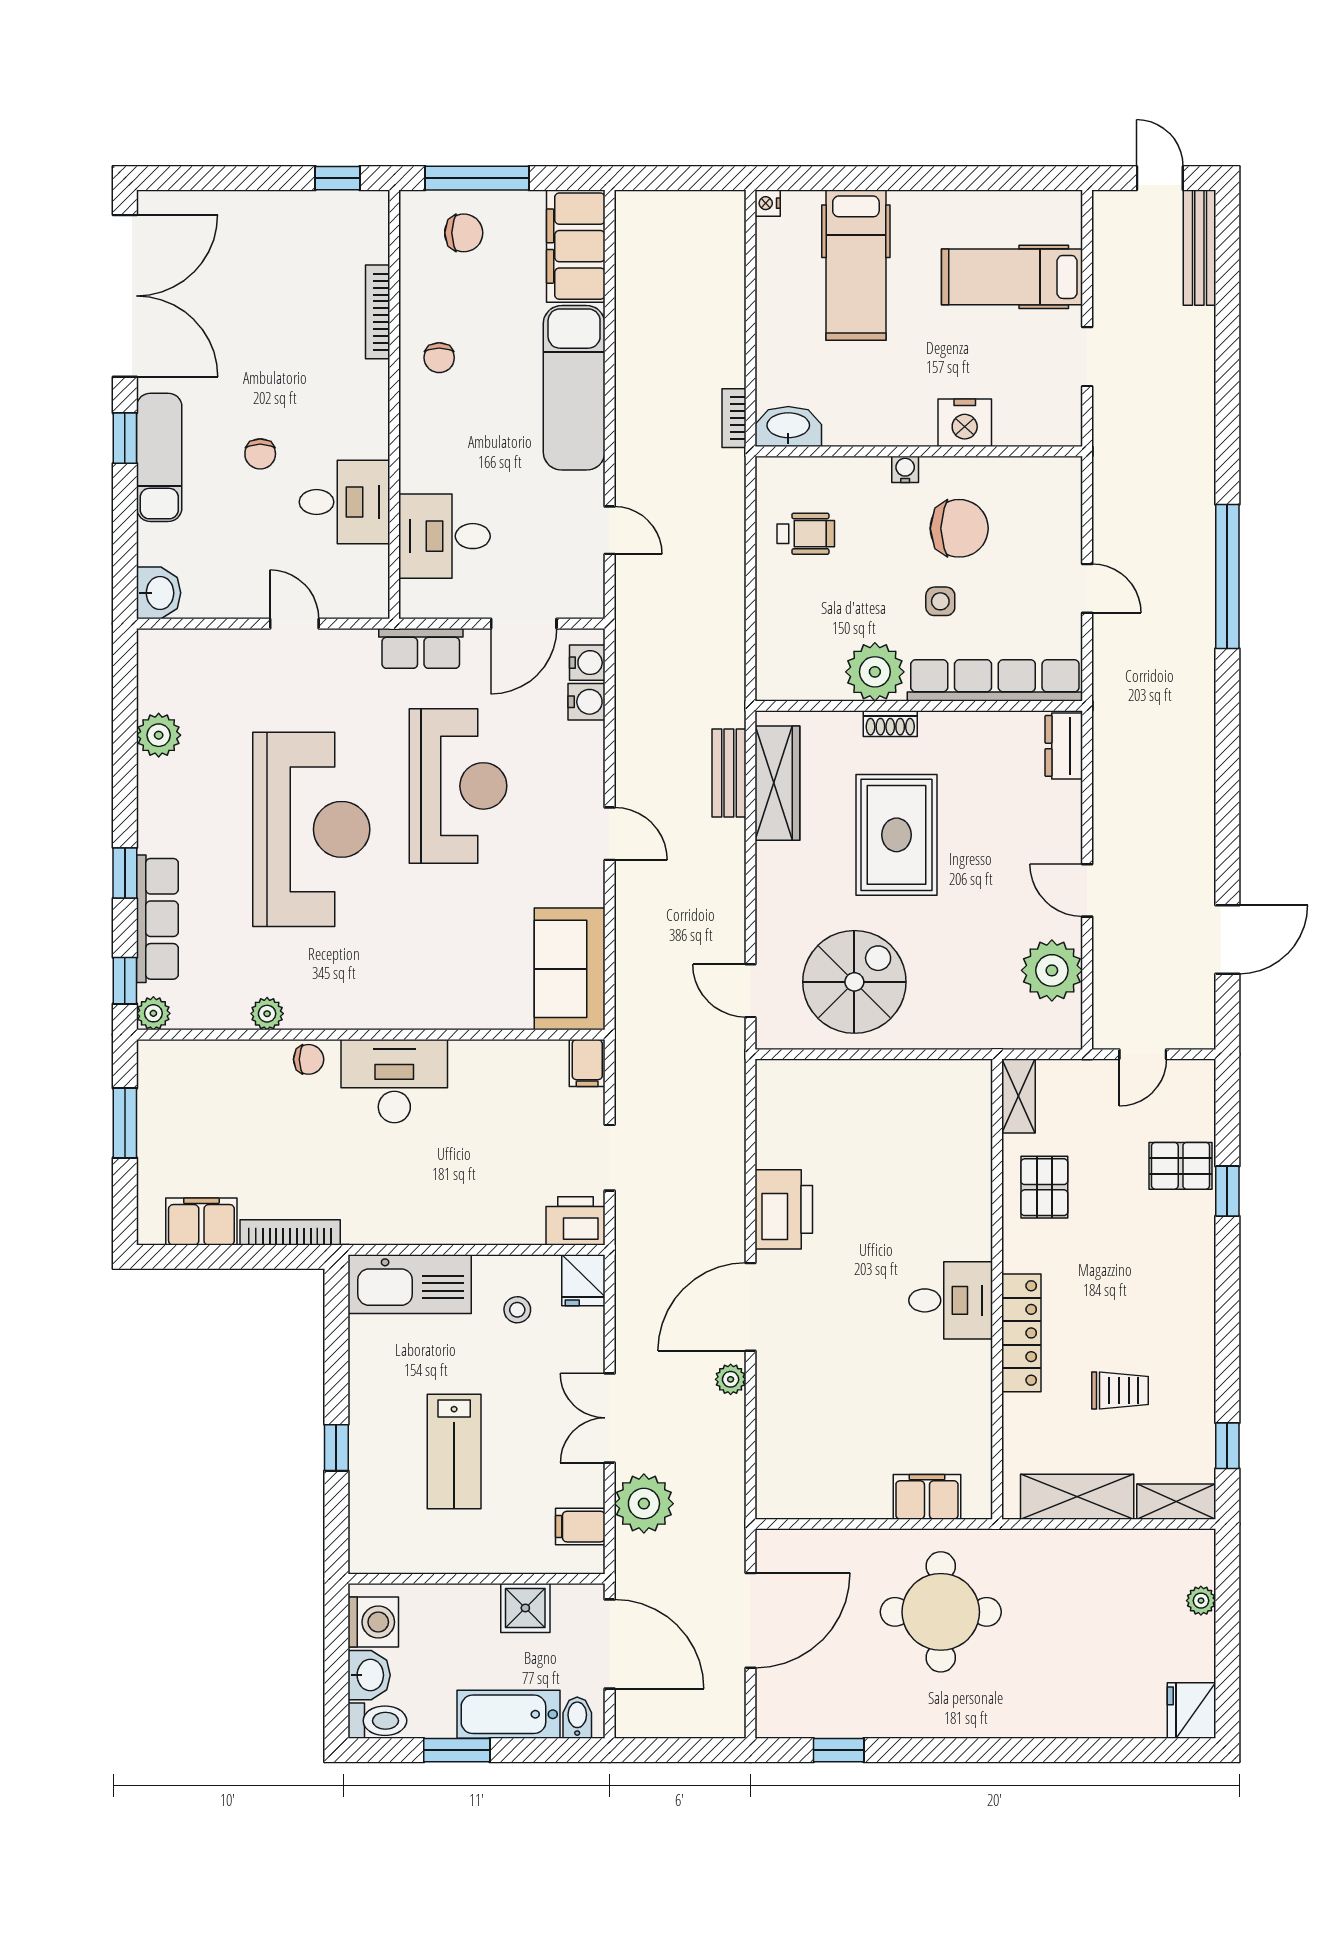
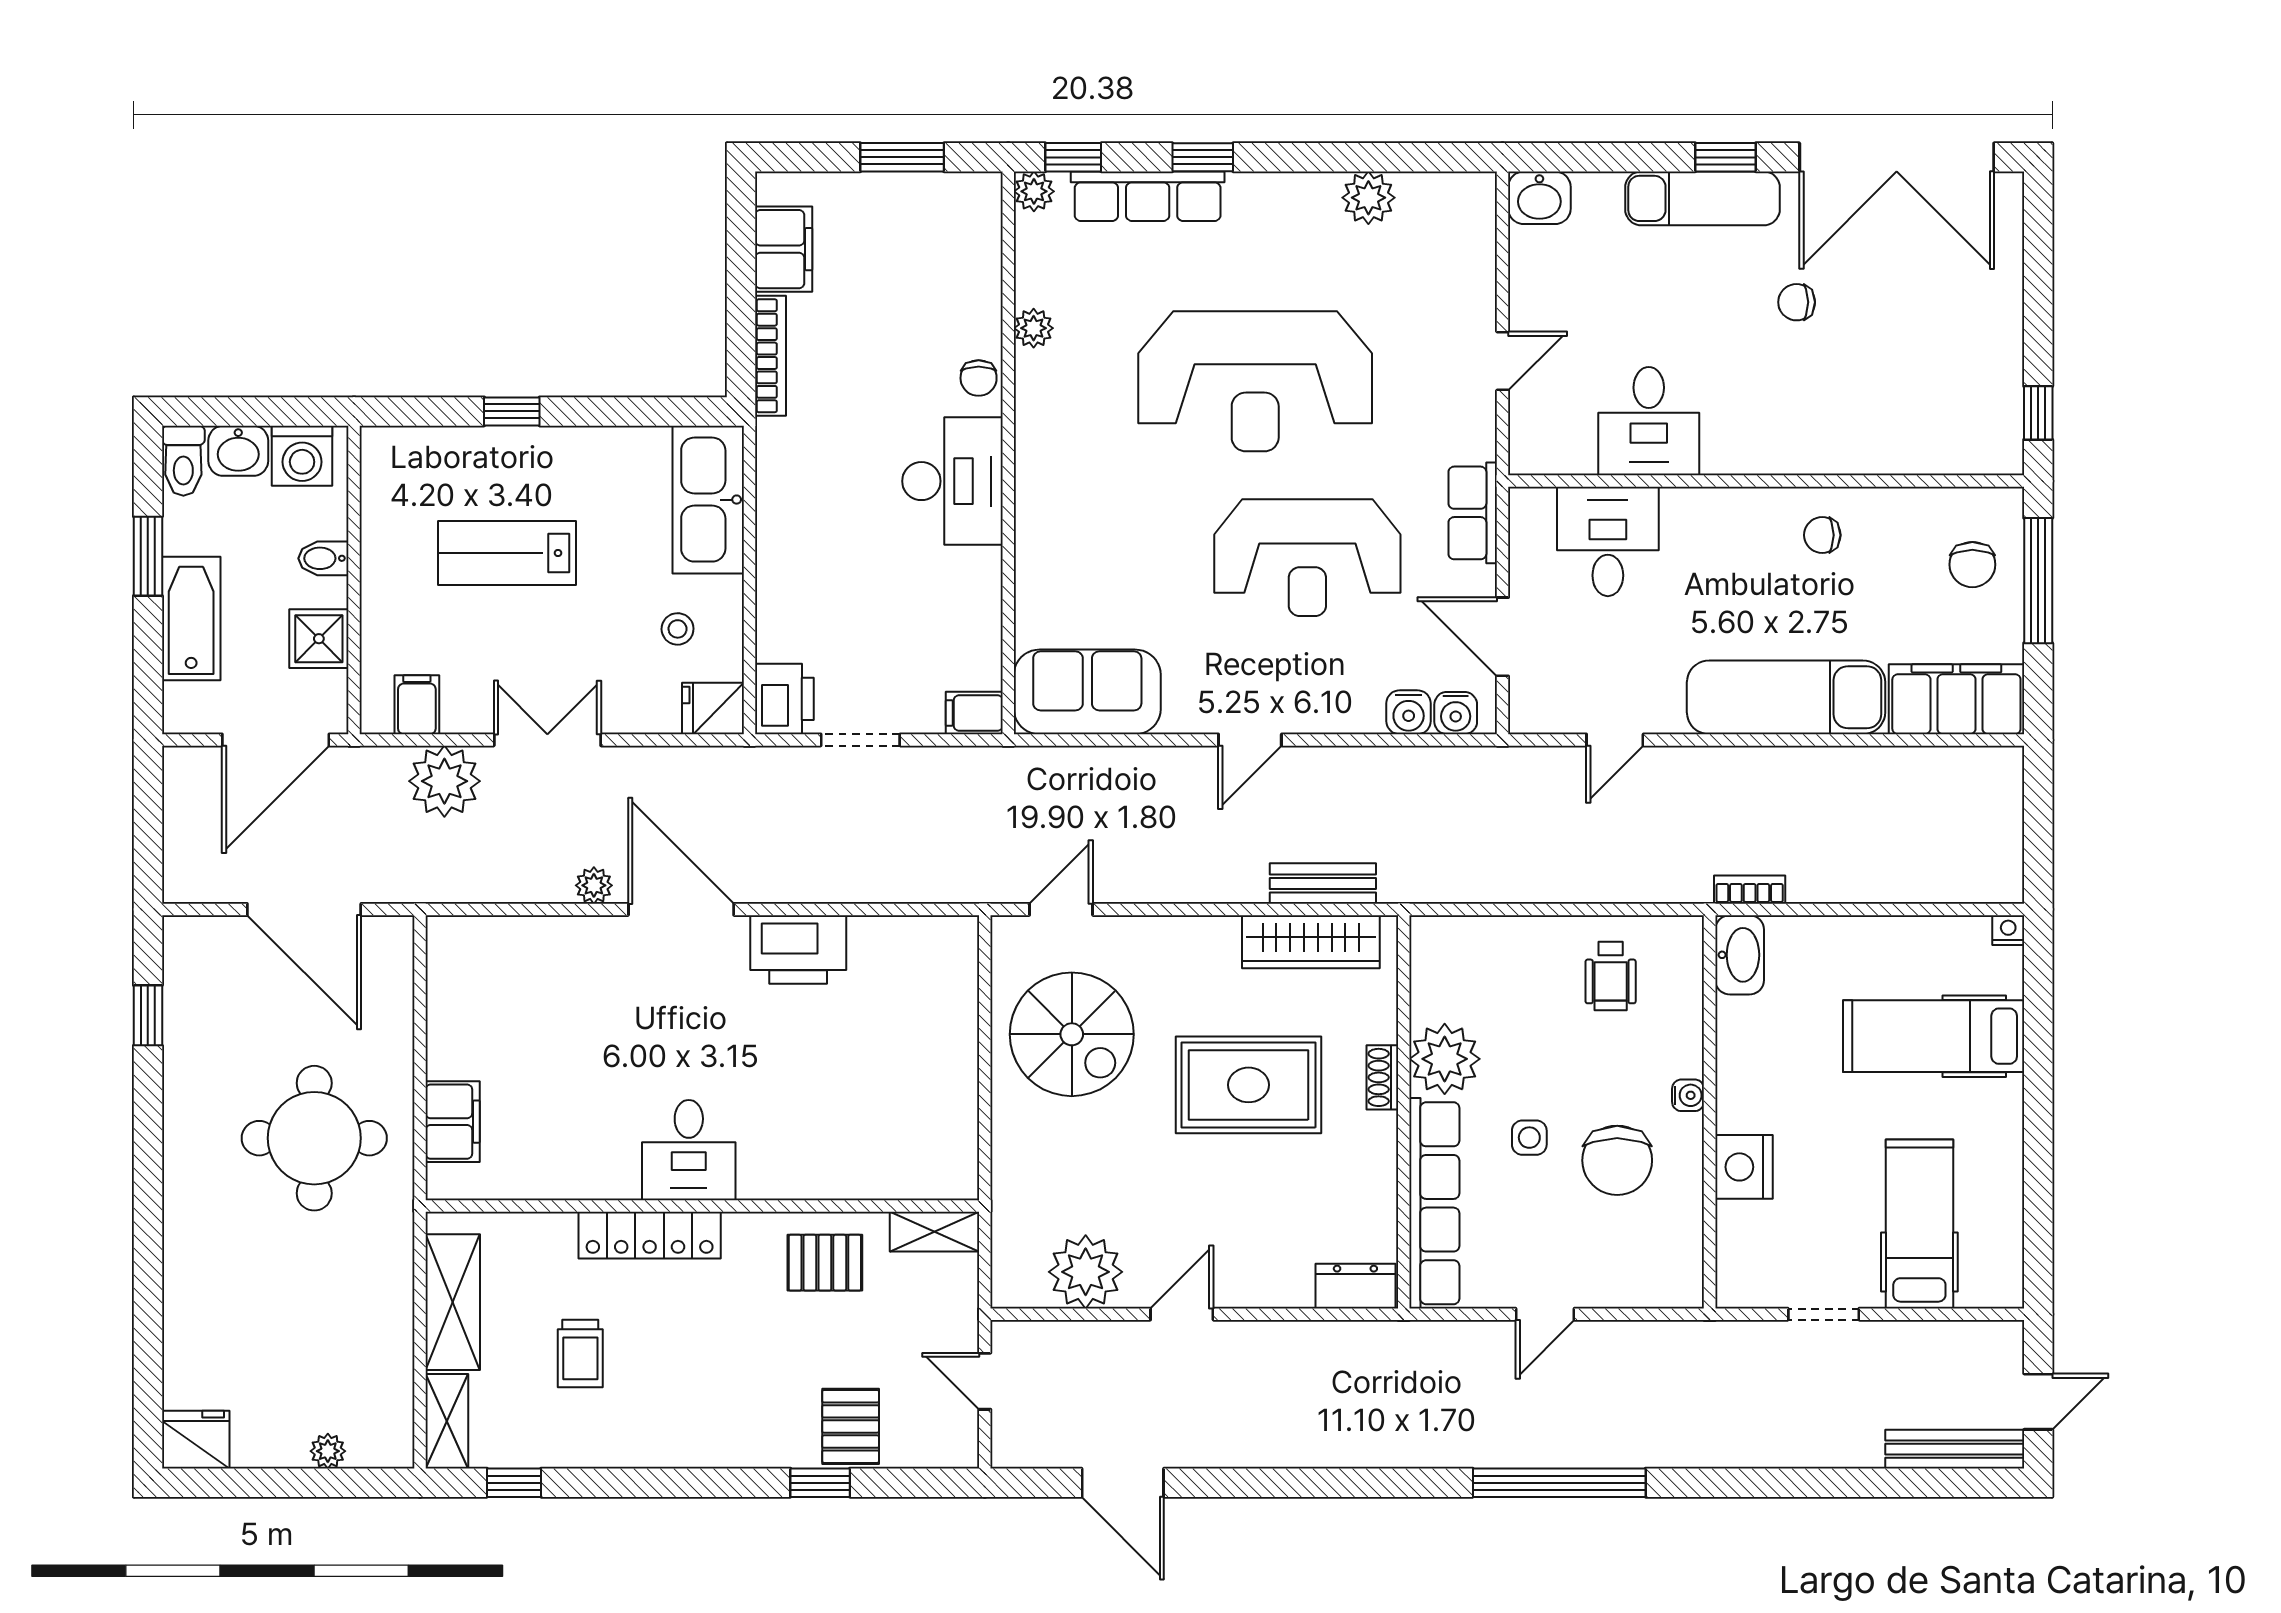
bookcase: (378, 312) -> (1877, 461), removed
chair: (260, 454) -> (1797, 302), moved
bidet: (577, 1718) -> (323, 558), moved, turned 180

